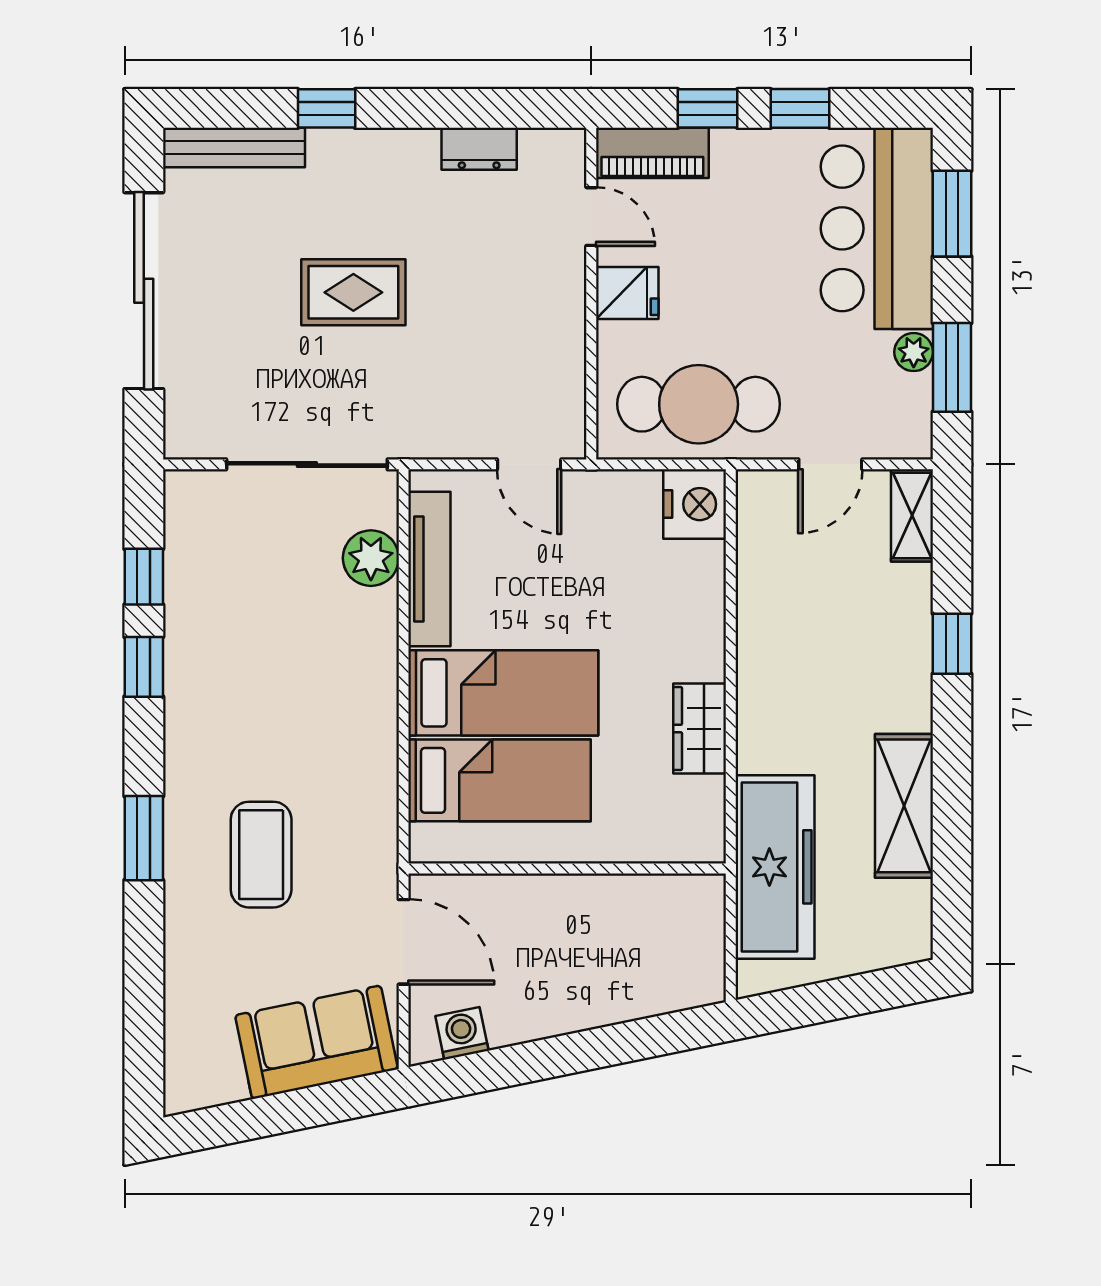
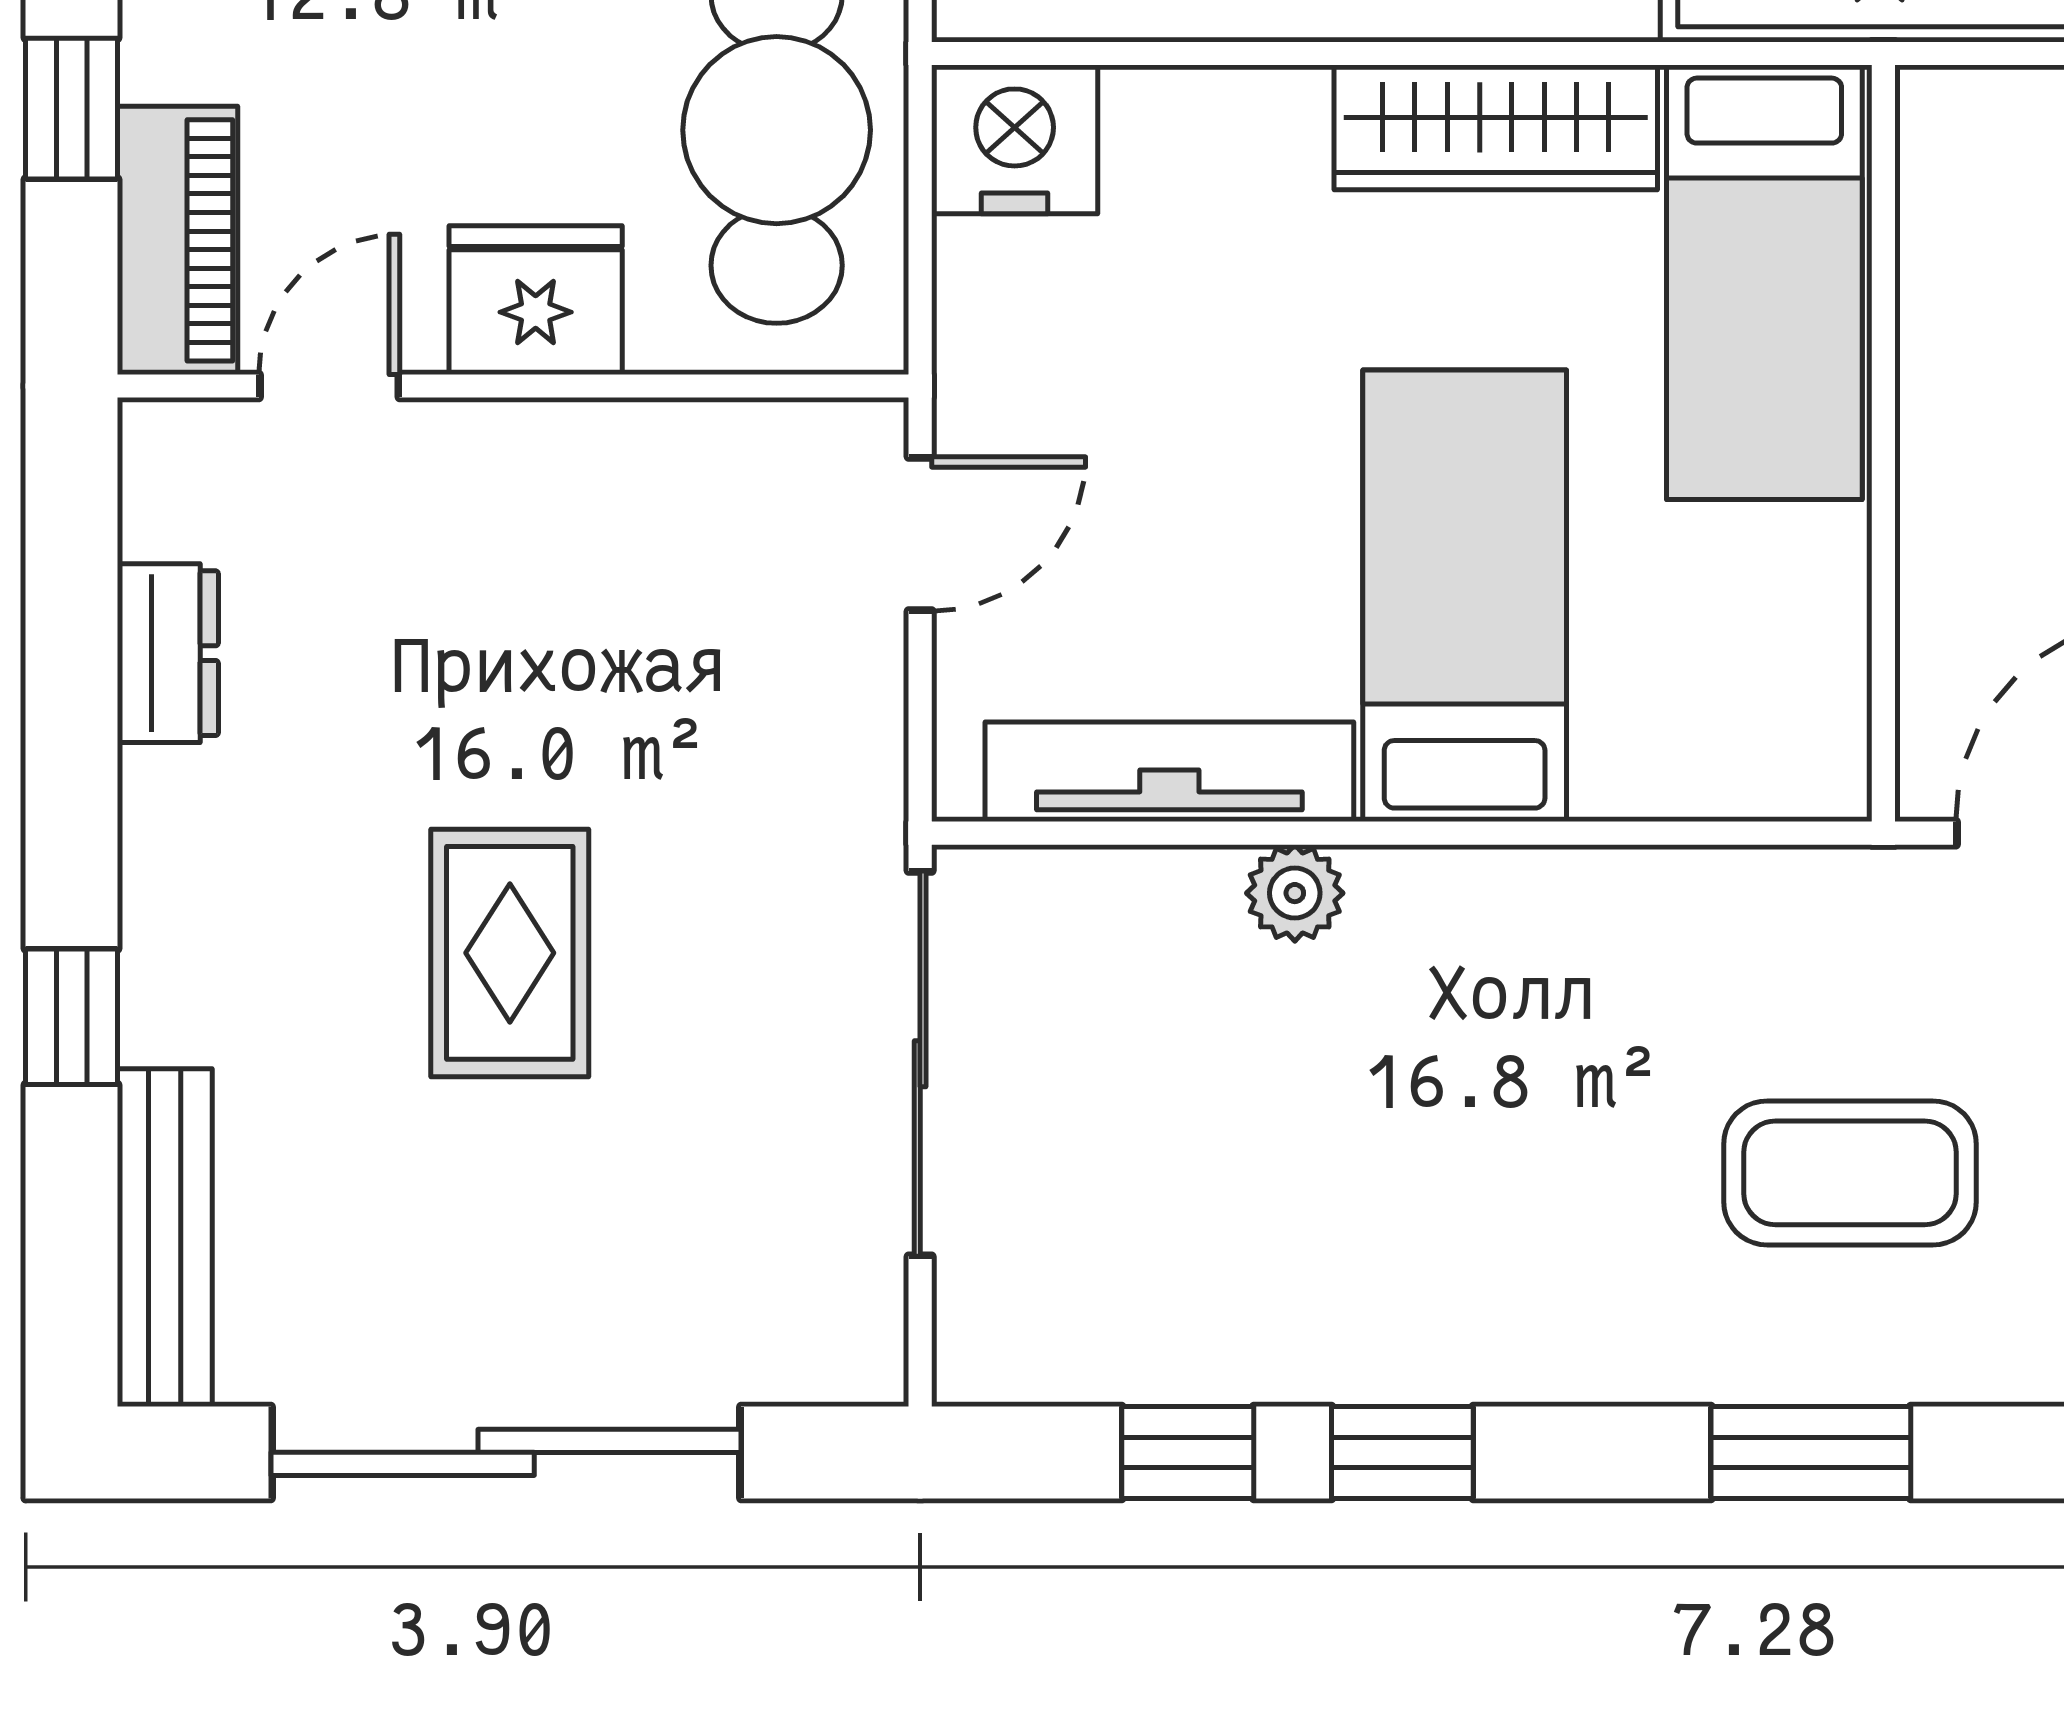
fridge: (627, 293) -> (536, 300), width x1.38
plant: (371, 558) -> (1295, 893), moved, width x0.73, depth x0.73
wardrobe: (700, 729) -> (1496, 127), width x1.50
bed: (500, 780) -> (1764, 282), moved, turned 180

